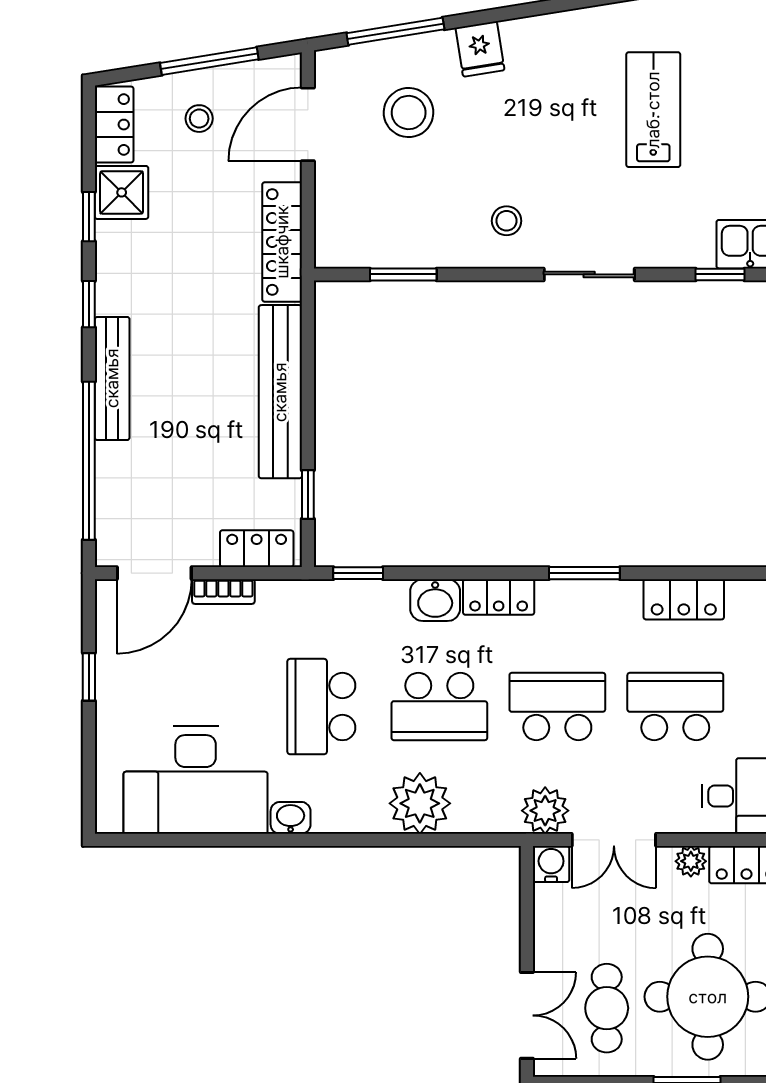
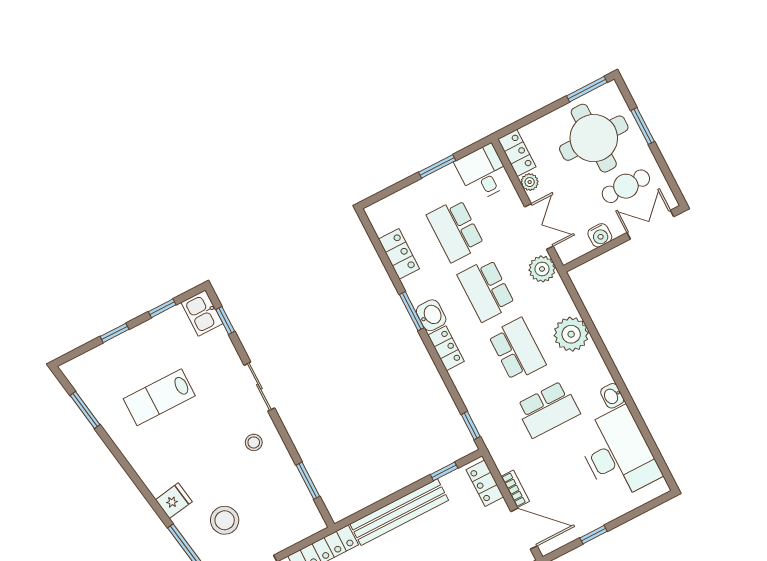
washbasin: (435, 600) -> (431, 315), moved
water cooler: (551, 864) -> (600, 235), moved, turned -90

